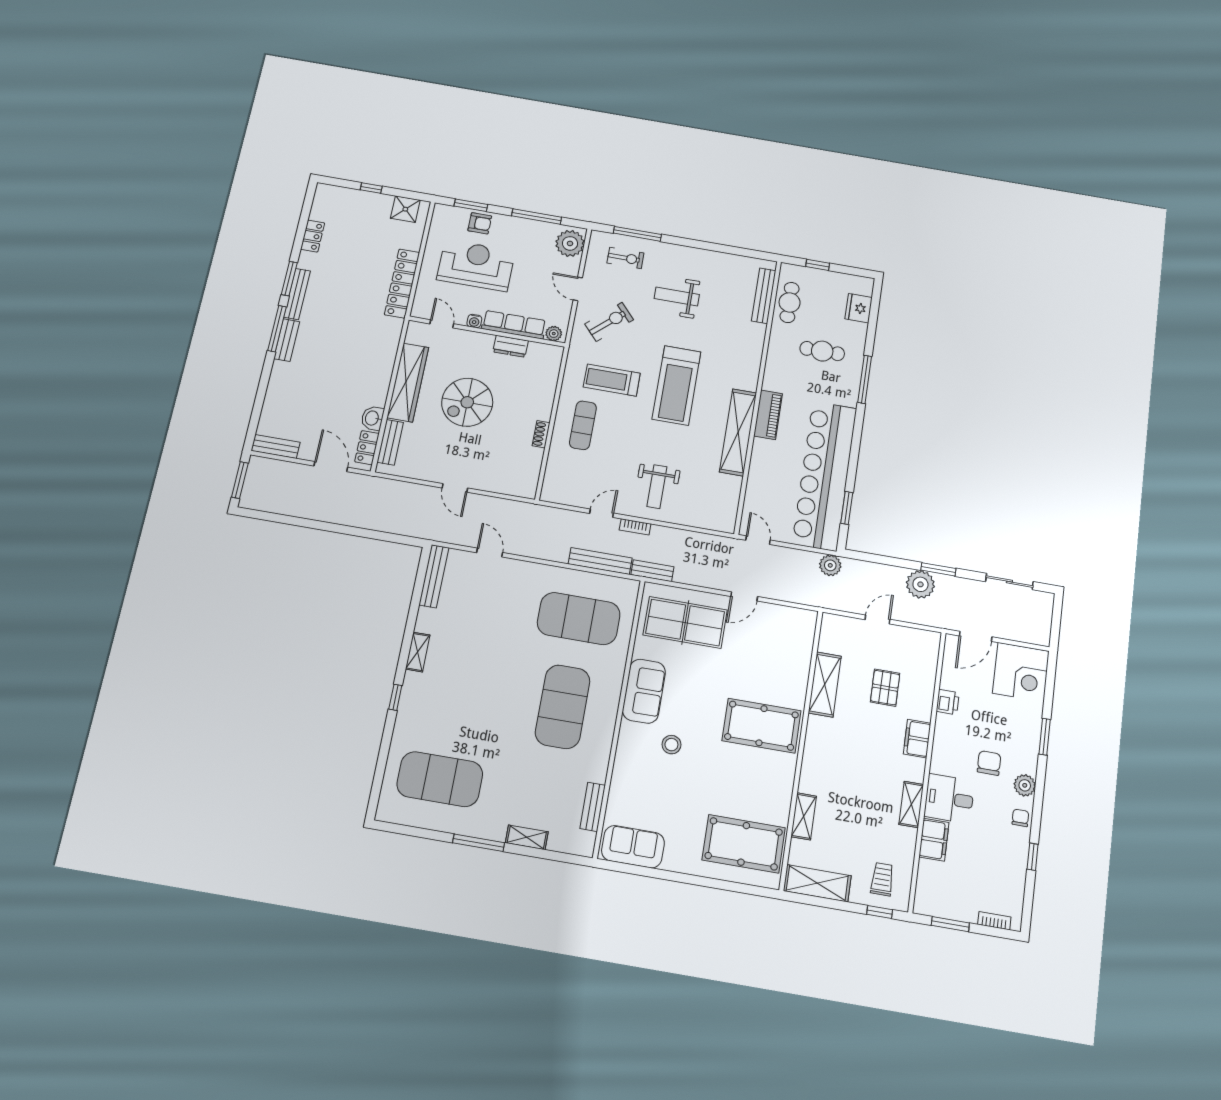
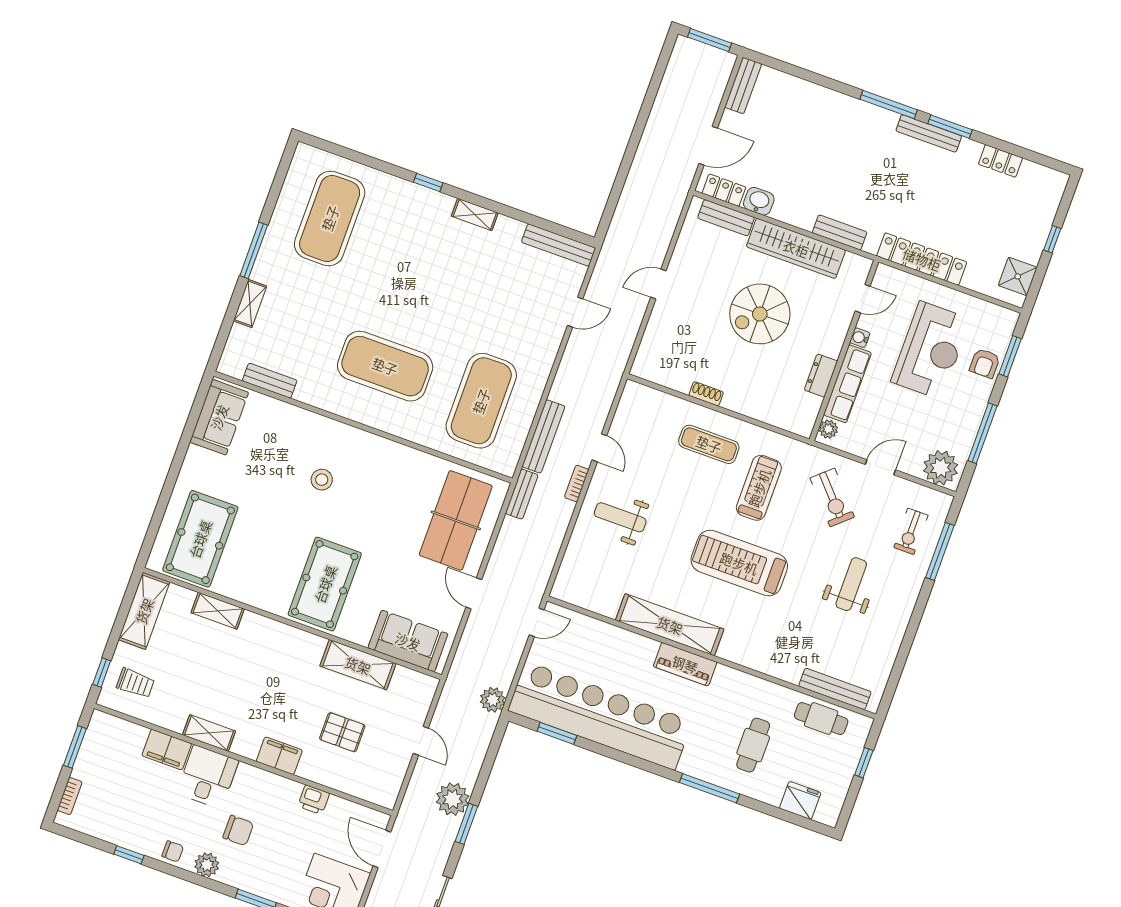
bench: (287, 340) -> (840, 232), moved
spiral stairs: (467, 402) -> (760, 314), turned -90
sofa: (644, 691) -> (408, 641), moved, turned 180

